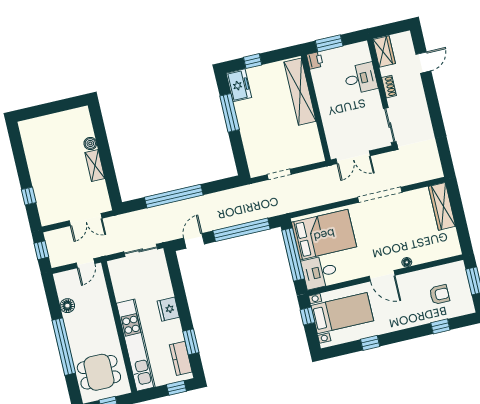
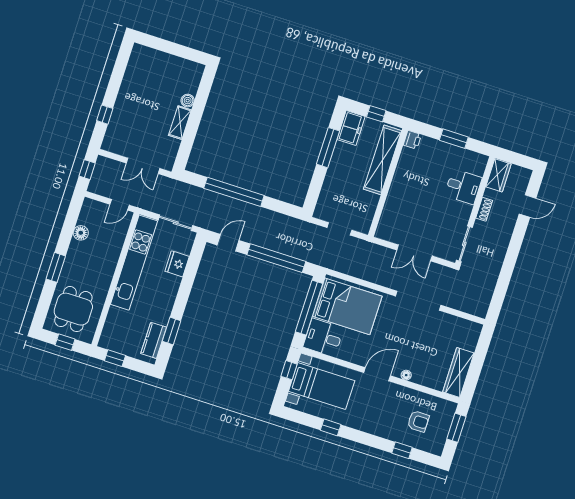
printer: (315, 60) -> (412, 140), moved
shelving: (300, 92) -> (382, 160), moved
wall: (316, 108) -> (388, 183), moved
wardrobe: (442, 206) -> (458, 373), moved
door: (382, 276) -> (377, 374), swing flipped
fridge: (168, 309) -> (177, 264), moved
kitchen unit: (136, 345) -> (134, 263), moved
window: (64, 347) -> (56, 267), width x0.47
dining table: (99, 372) -> (73, 309), turned 90
window: (176, 388) -> (115, 358), moved

